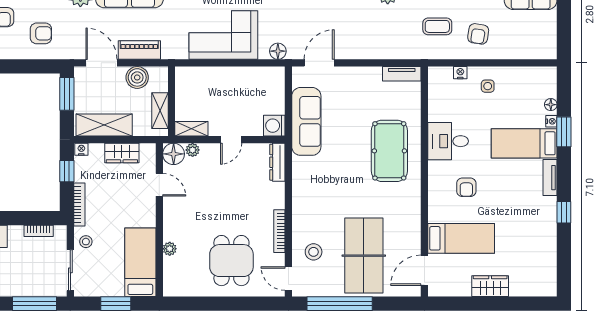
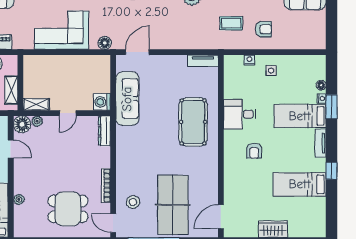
armchair: (478, 34) -> (264, 29), turned -99
bed: (461, 238) -> (300, 184), moved, turned 180
dining table: (231, 261) -> (68, 209), turned 90

